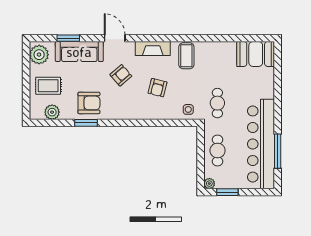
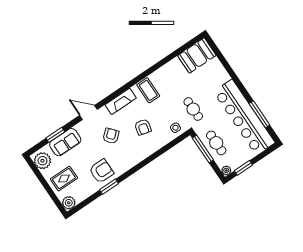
sofa: (79, 52) -> (65, 142), width x0.73
plant: (52, 112) -> (69, 203), moved
window: (201, 148) -> (203, 149), added

